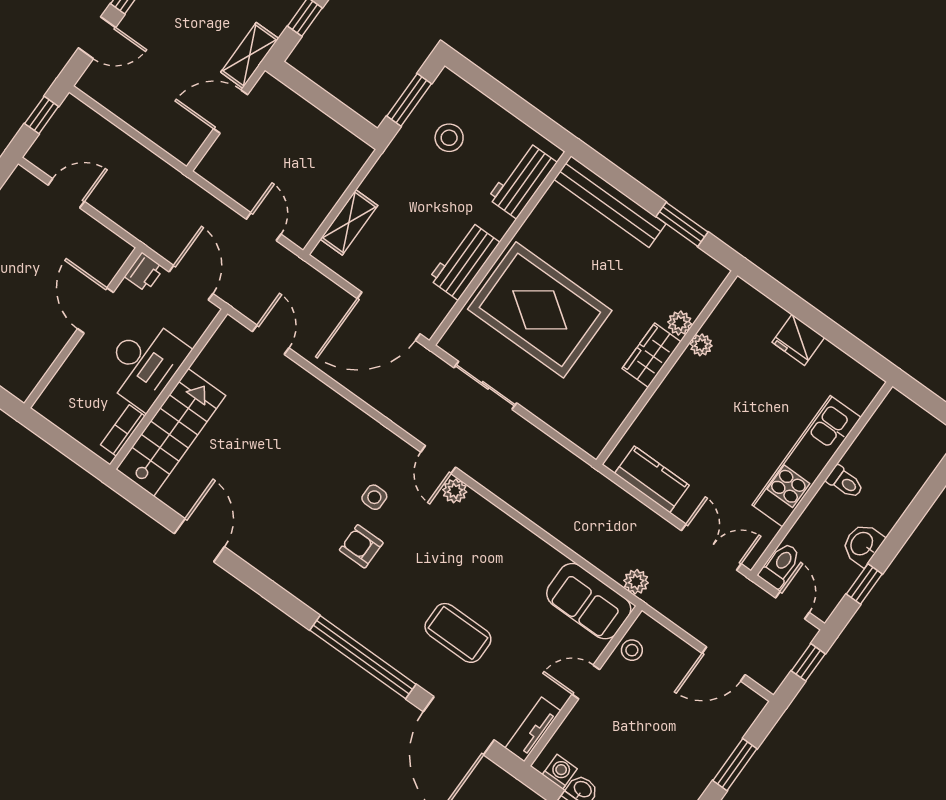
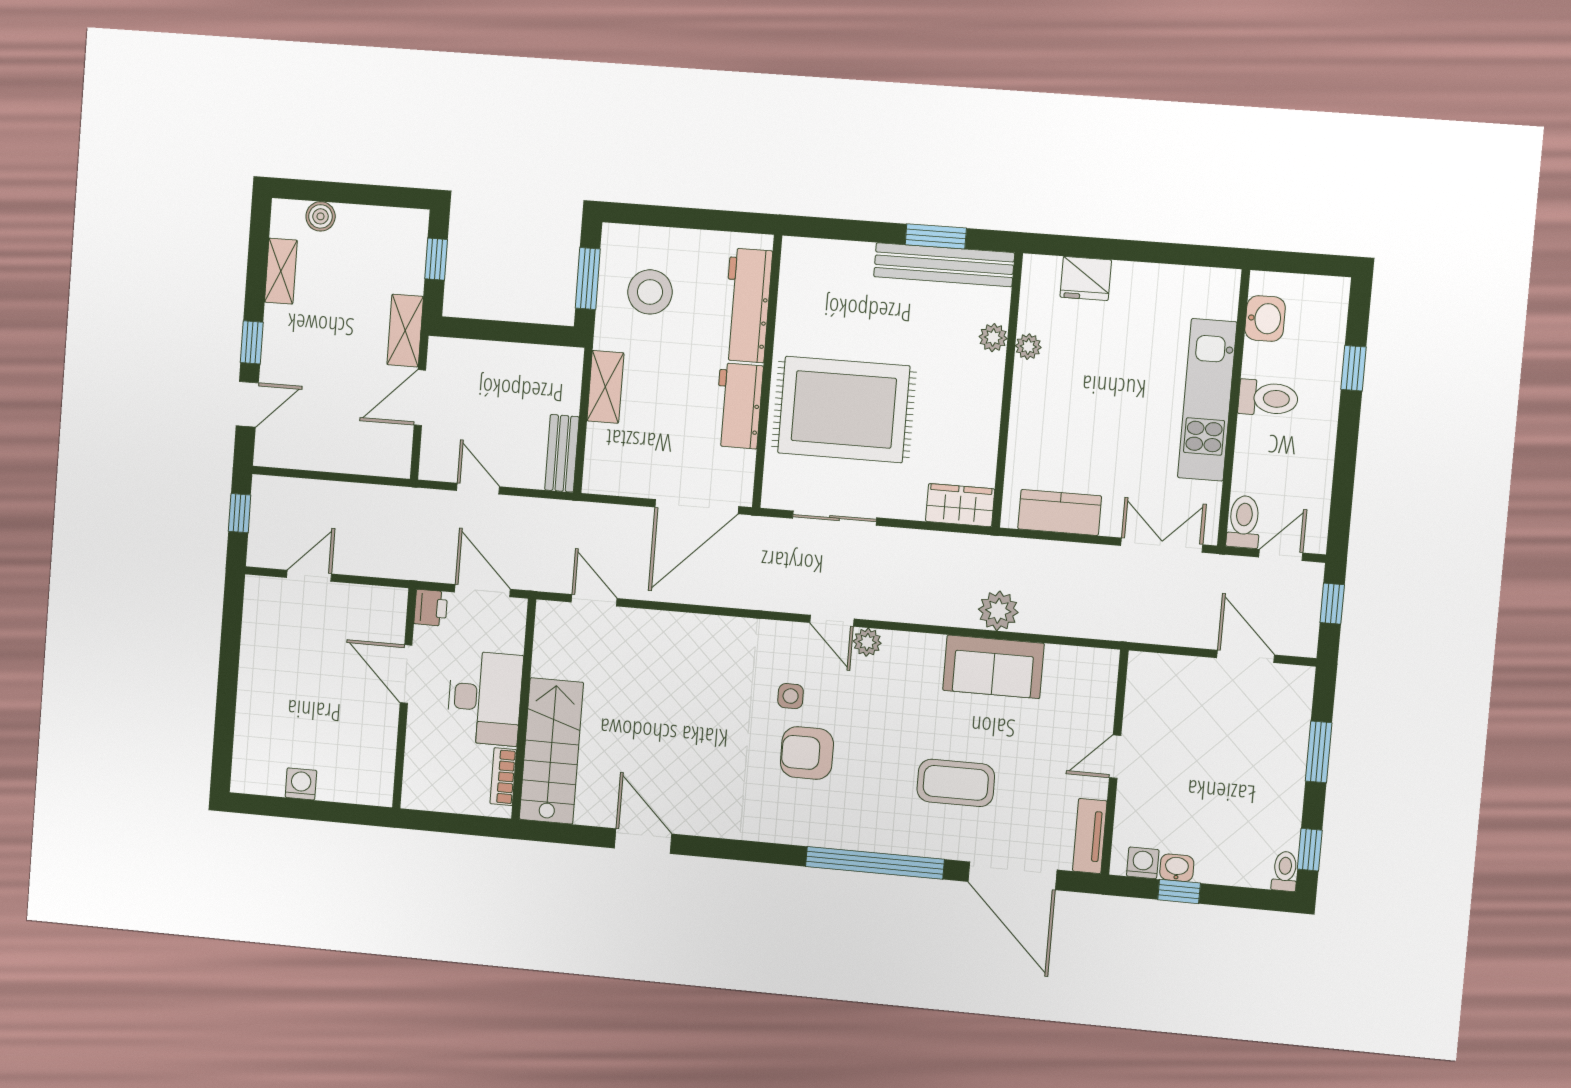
stool: (449, 138) -> (650, 292), width x1.38, depth x1.38
workbench: (522, 180) -> (747, 305), width x1.38
bench: (610, 202) -> (944, 265), moved
bench: (312, 217) -> (562, 453), added
shelving: (349, 222) -> (605, 387), moved
door: (264, 227) -> (478, 489), moved
fridge: (798, 340) -> (1086, 279), moved
wardrobe: (651, 355) -> (960, 505), moved, turned 90
toilet: (845, 482) -> (1268, 398), width x1.37, depth x1.39
washbasin: (862, 544) -> (1265, 318), moved, turned 180
armchair: (361, 546) -> (807, 753), width x1.38, depth x1.38
plant: (636, 582) -> (998, 611), moved, width x1.38, depth x1.38
window: (864, 584) -> (1354, 368), moved
sofa: (589, 601) -> (993, 667), moved
door: (792, 605) -> (1281, 555), hinge flipped
stool: (632, 650) -> (1143, 697), removed
door: (724, 664) -> (1246, 656), swing flipped

